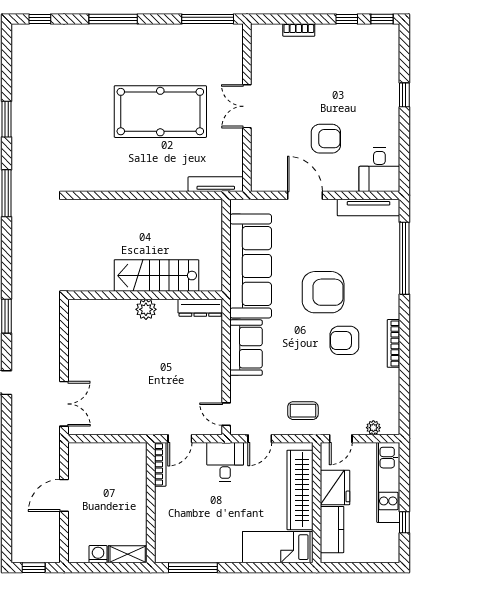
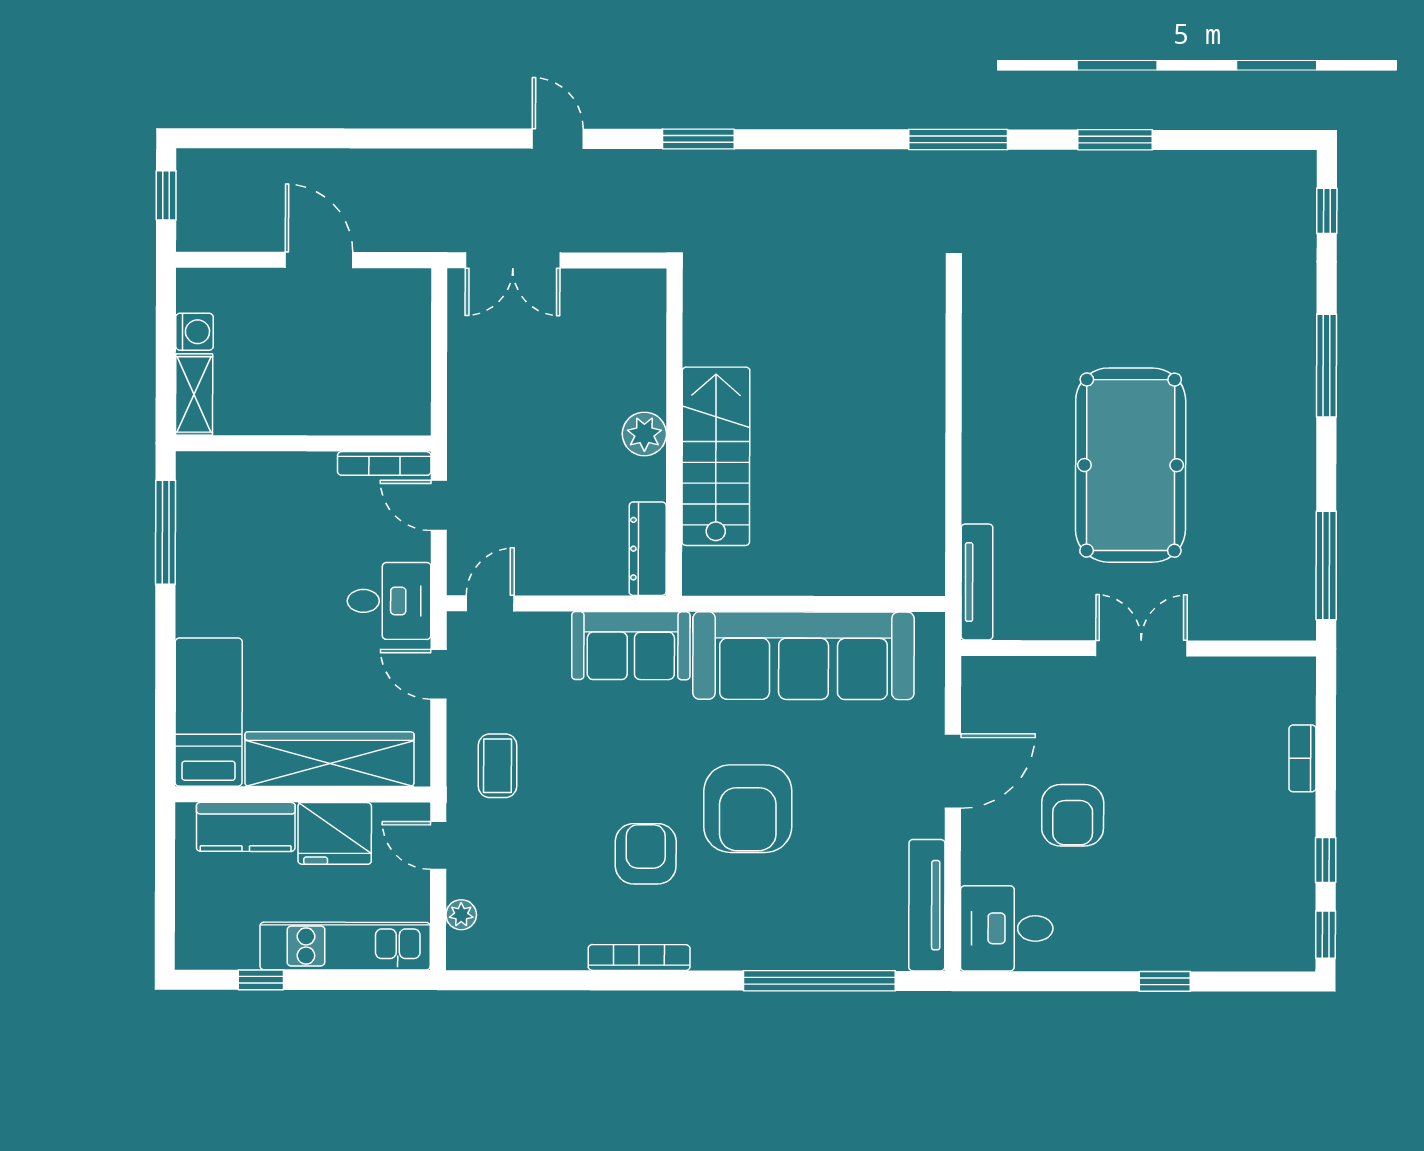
stairs: (156, 276) -> (716, 456), moved
wall: (145, 295) -> (674, 432), moved
dresser: (200, 308) -> (648, 549), moved
plant: (146, 309) -> (644, 434), moved

